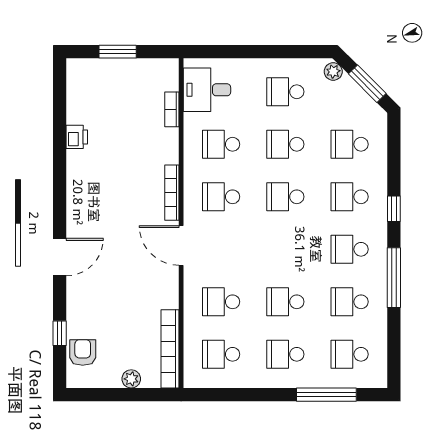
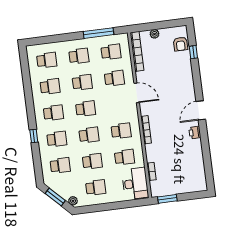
window: (118, 52) -> (167, 199), moved
desk: (207, 90) -> (135, 184), width x1.37
printer: (77, 137) -> (195, 132), moved
door: (181, 245) -> (137, 93), moved
school desk: (285, 249) -> (86, 109), added
door: (60, 257) -> (201, 110), moved
window: (394, 278) -> (29, 101), removed
window: (326, 395) -> (98, 33), moved

